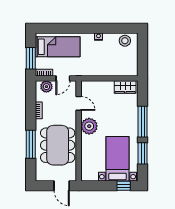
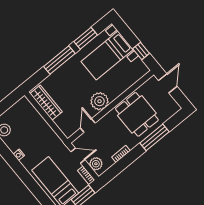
wardrobe: (125, 87) -> (46, 103), width x1.50
dining table: (58, 145) -> (137, 114), width x0.73
window: (124, 186) -> (141, 51), moved

